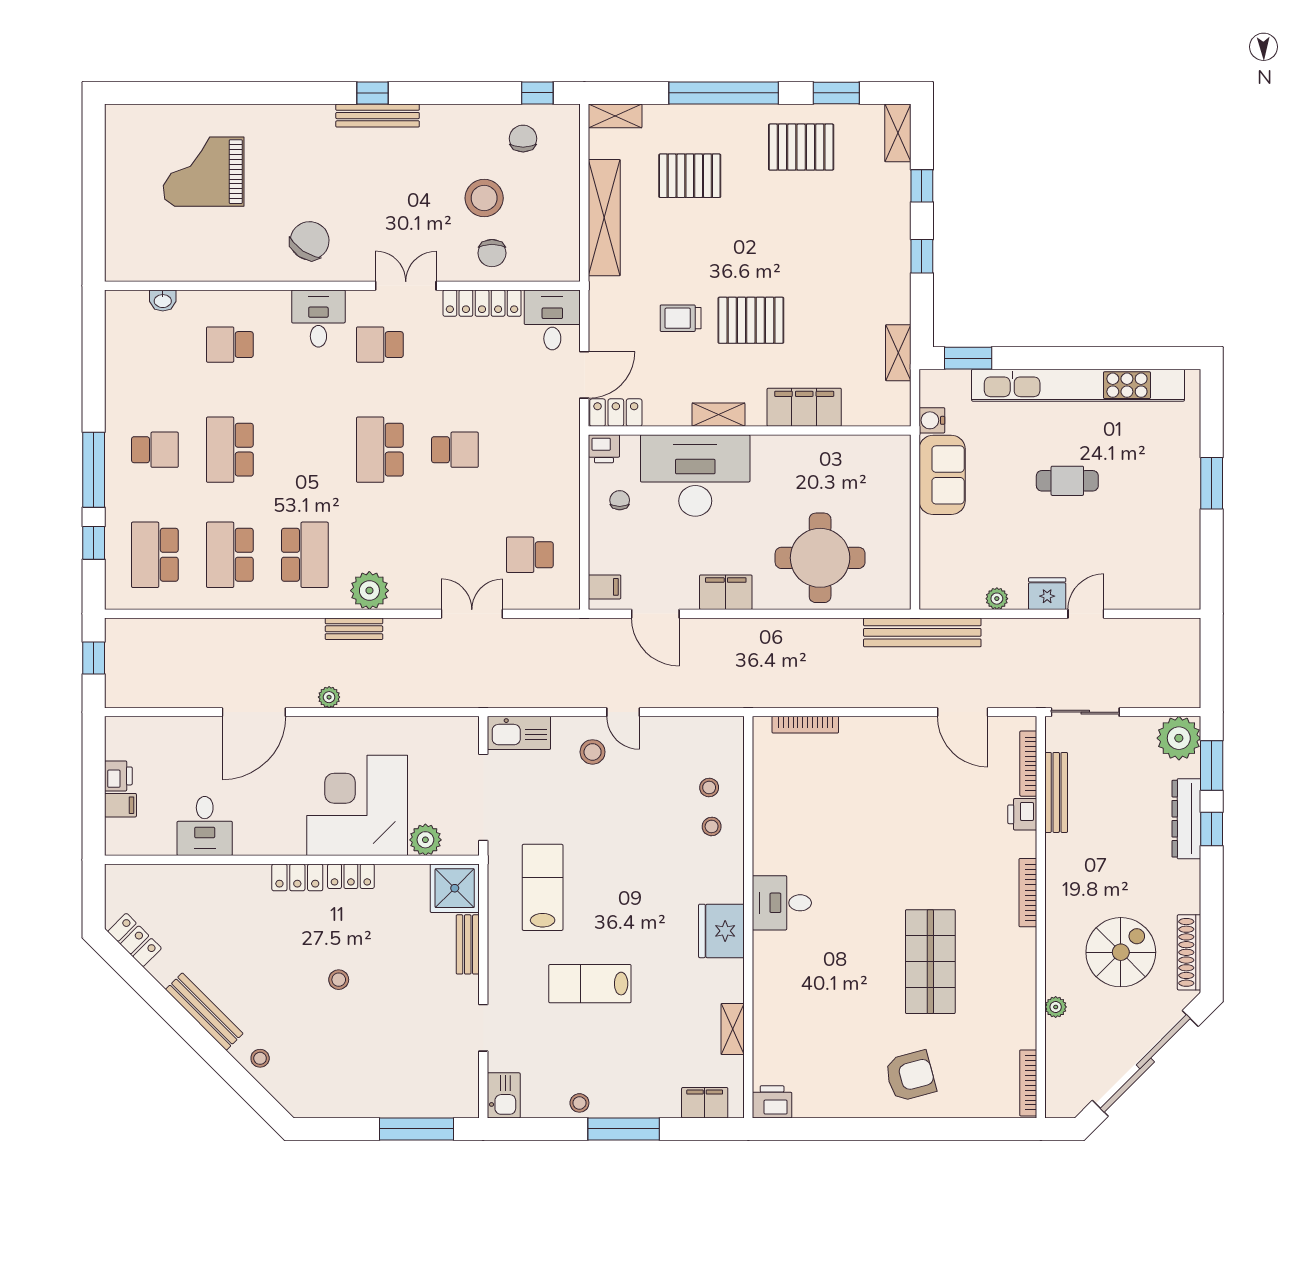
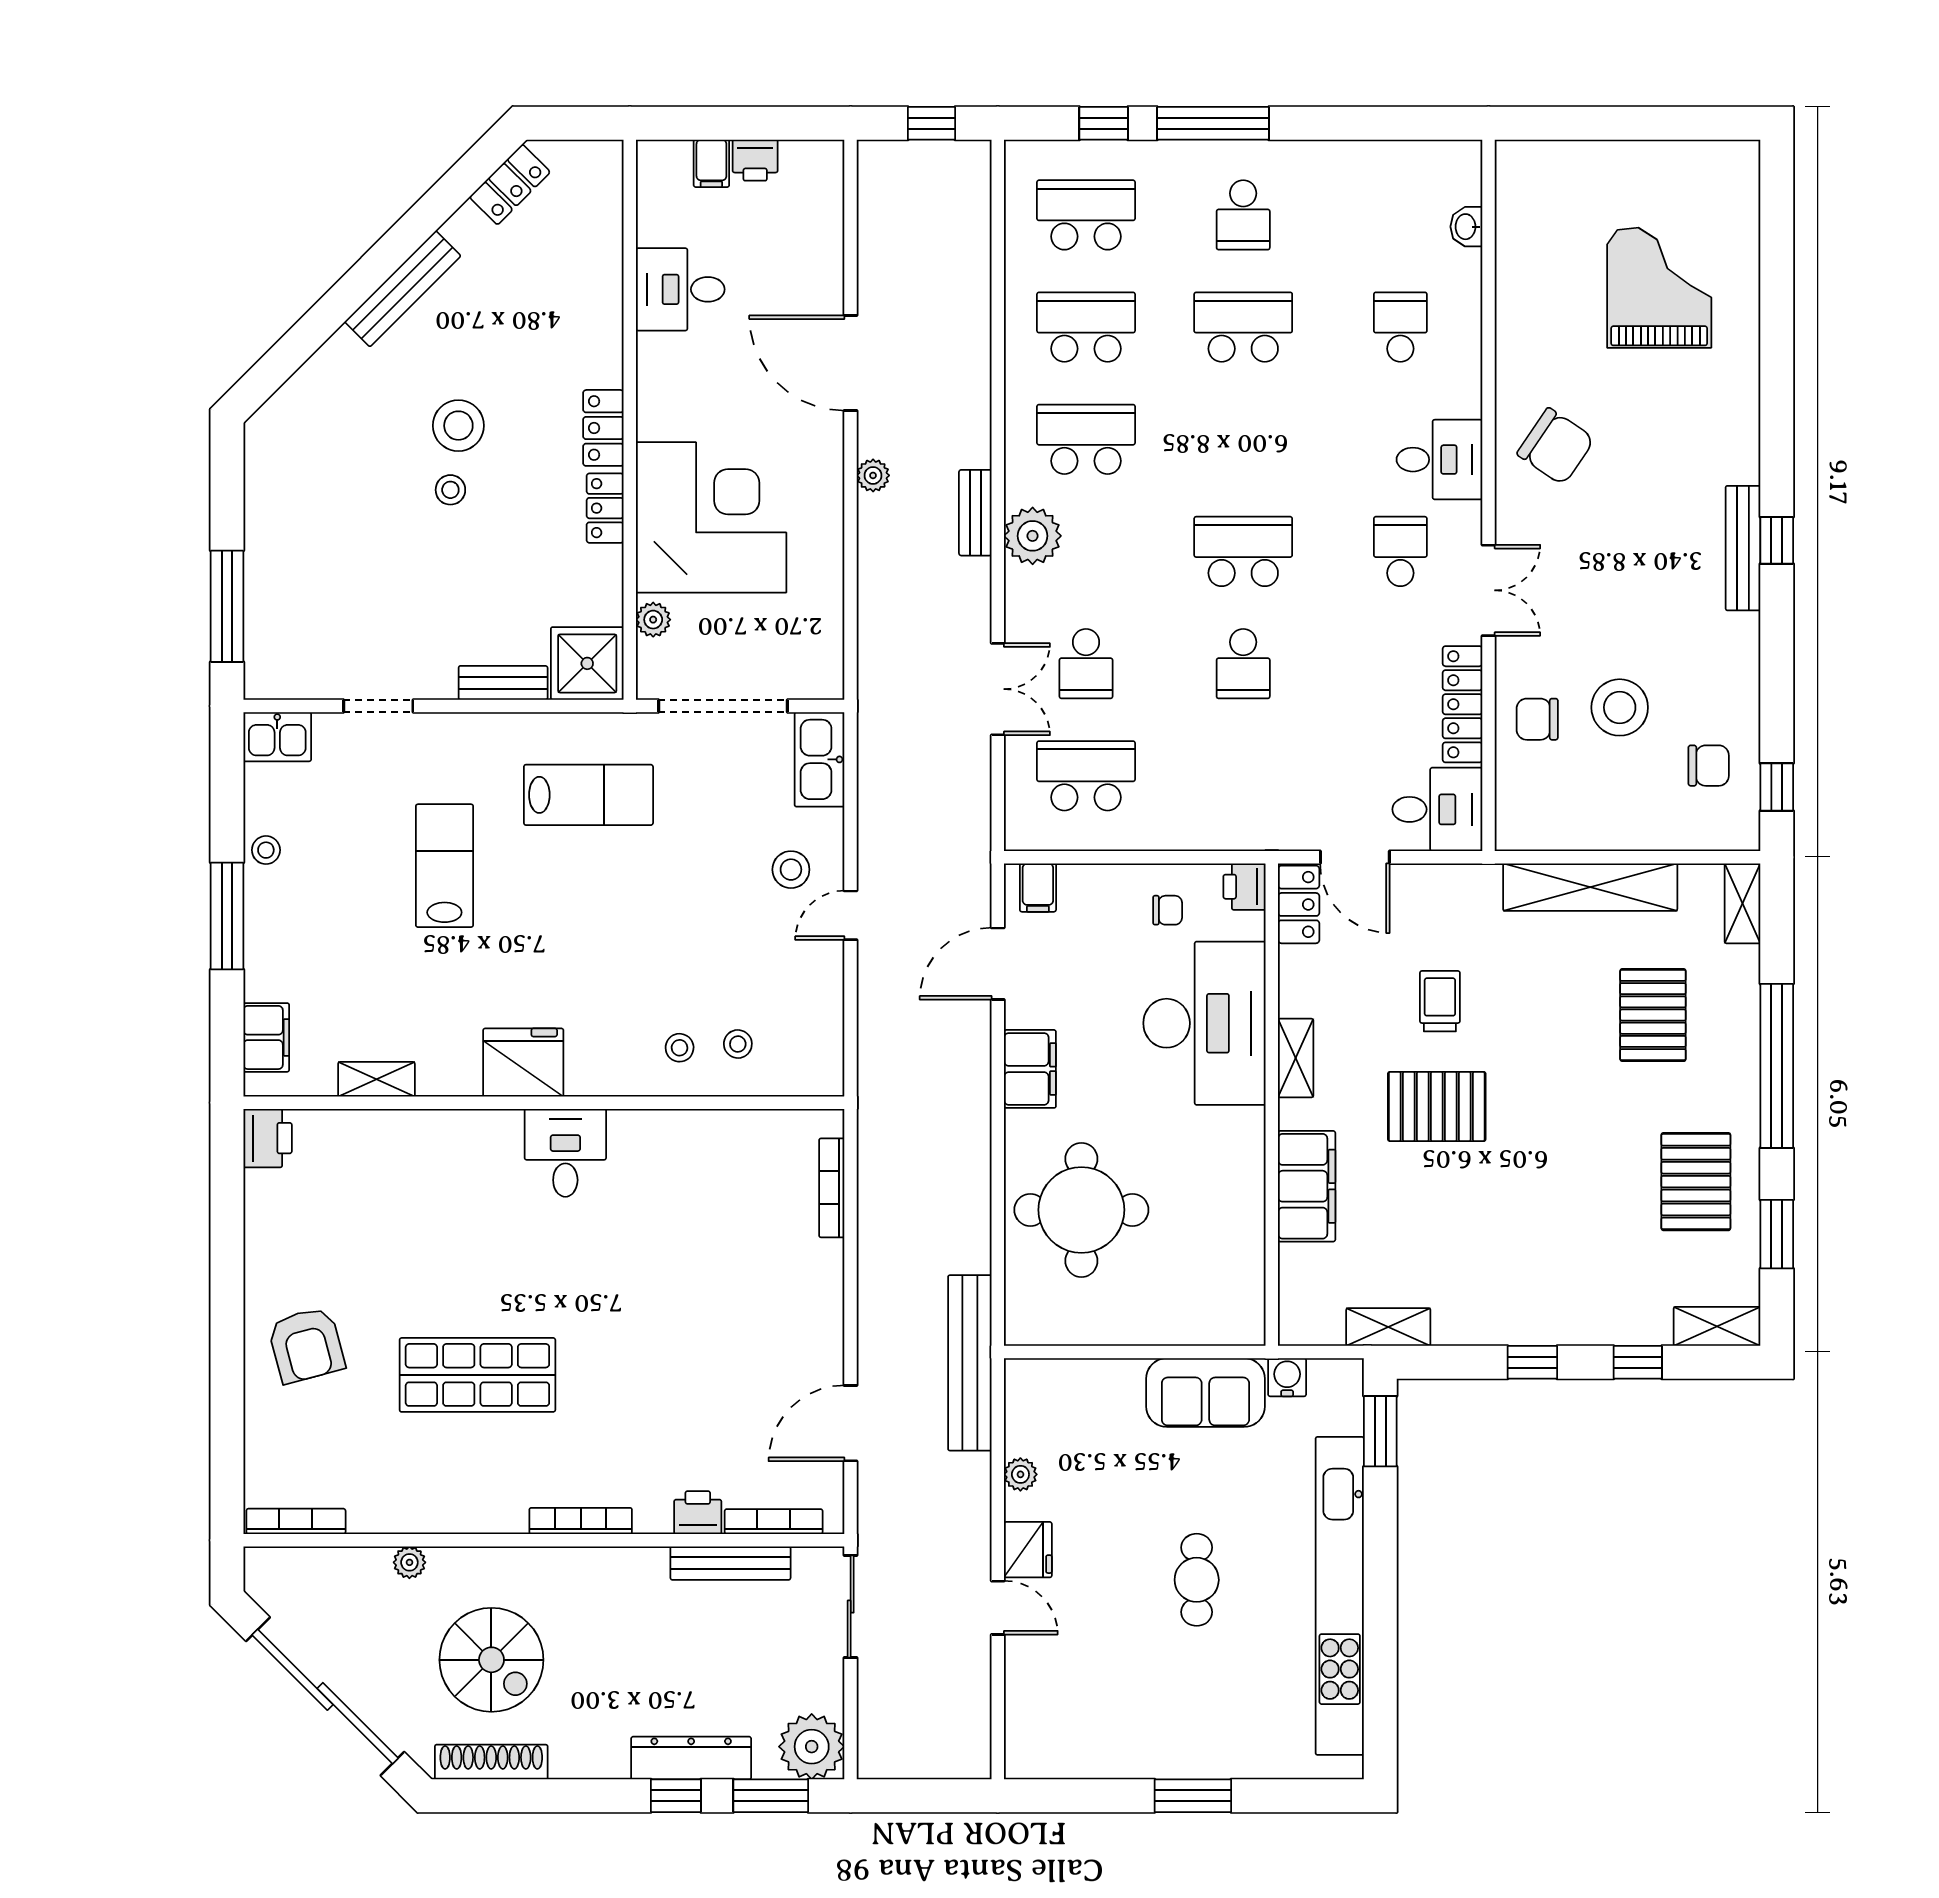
pallet: (751, 320) -> (1437, 1106), turned 90
school desk: (305, 555) -> (1086, 439), turned 180
school desk: (455, 555) -> (1086, 664), added
school desk: (530, 555) -> (1086, 776), width x1.85
plant: (425, 840) -> (653, 620), width x0.73, depth x0.73
stool: (260, 1058) -> (458, 426), moved, width x1.89, depth x1.89

